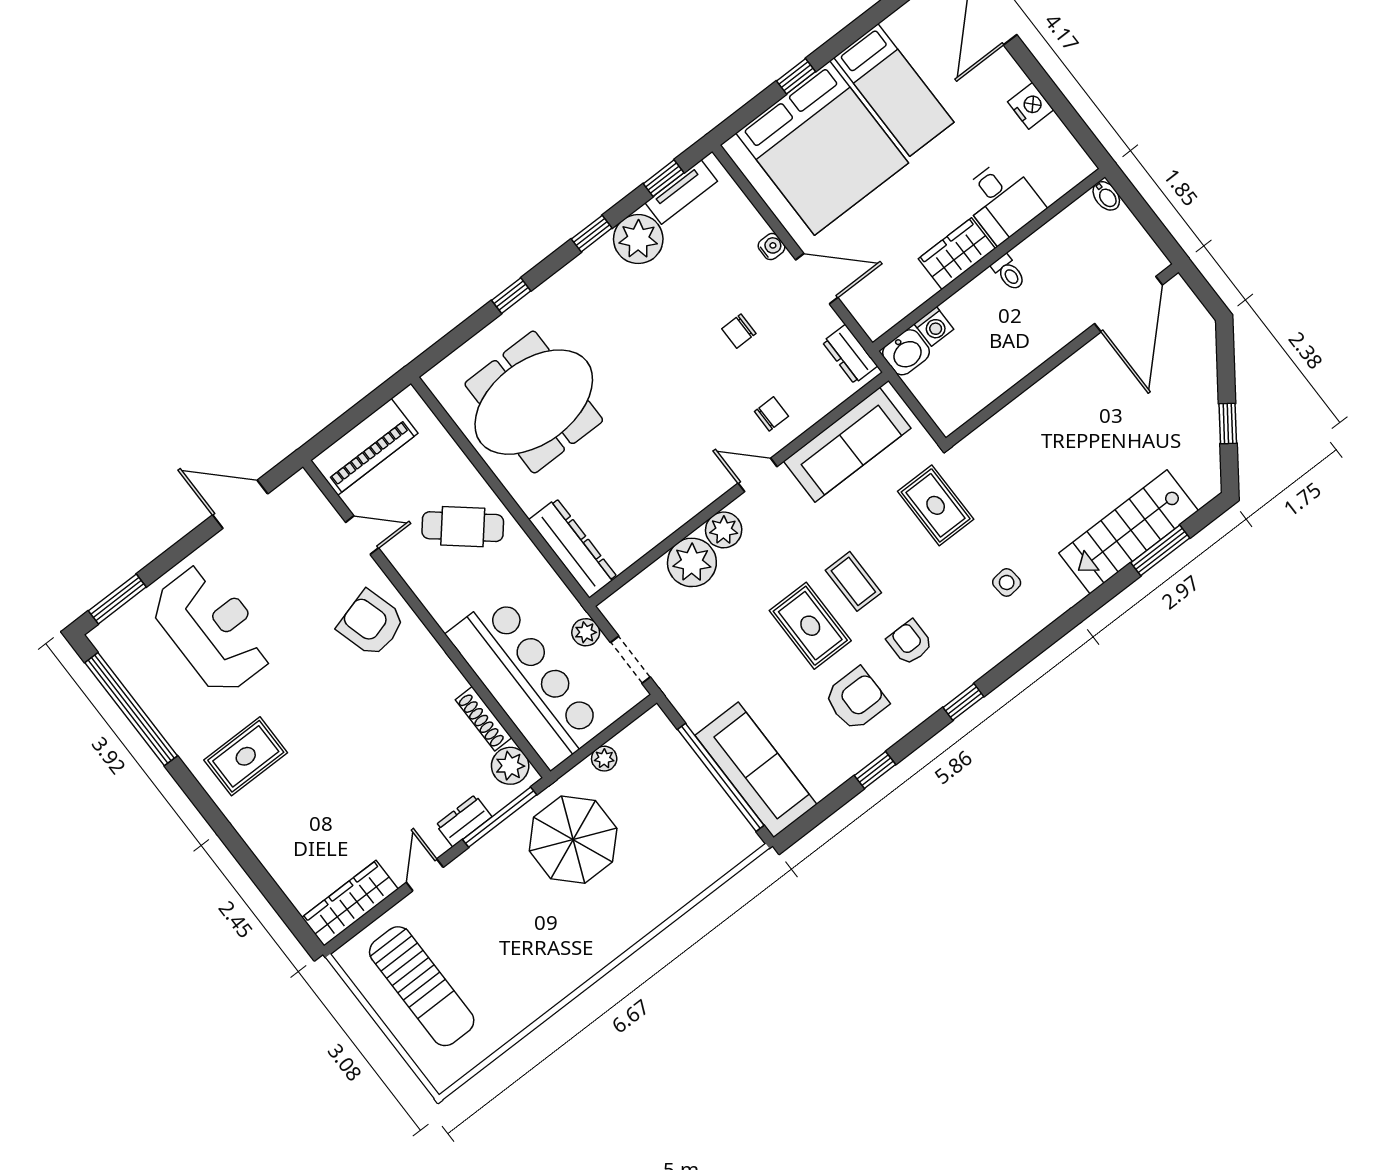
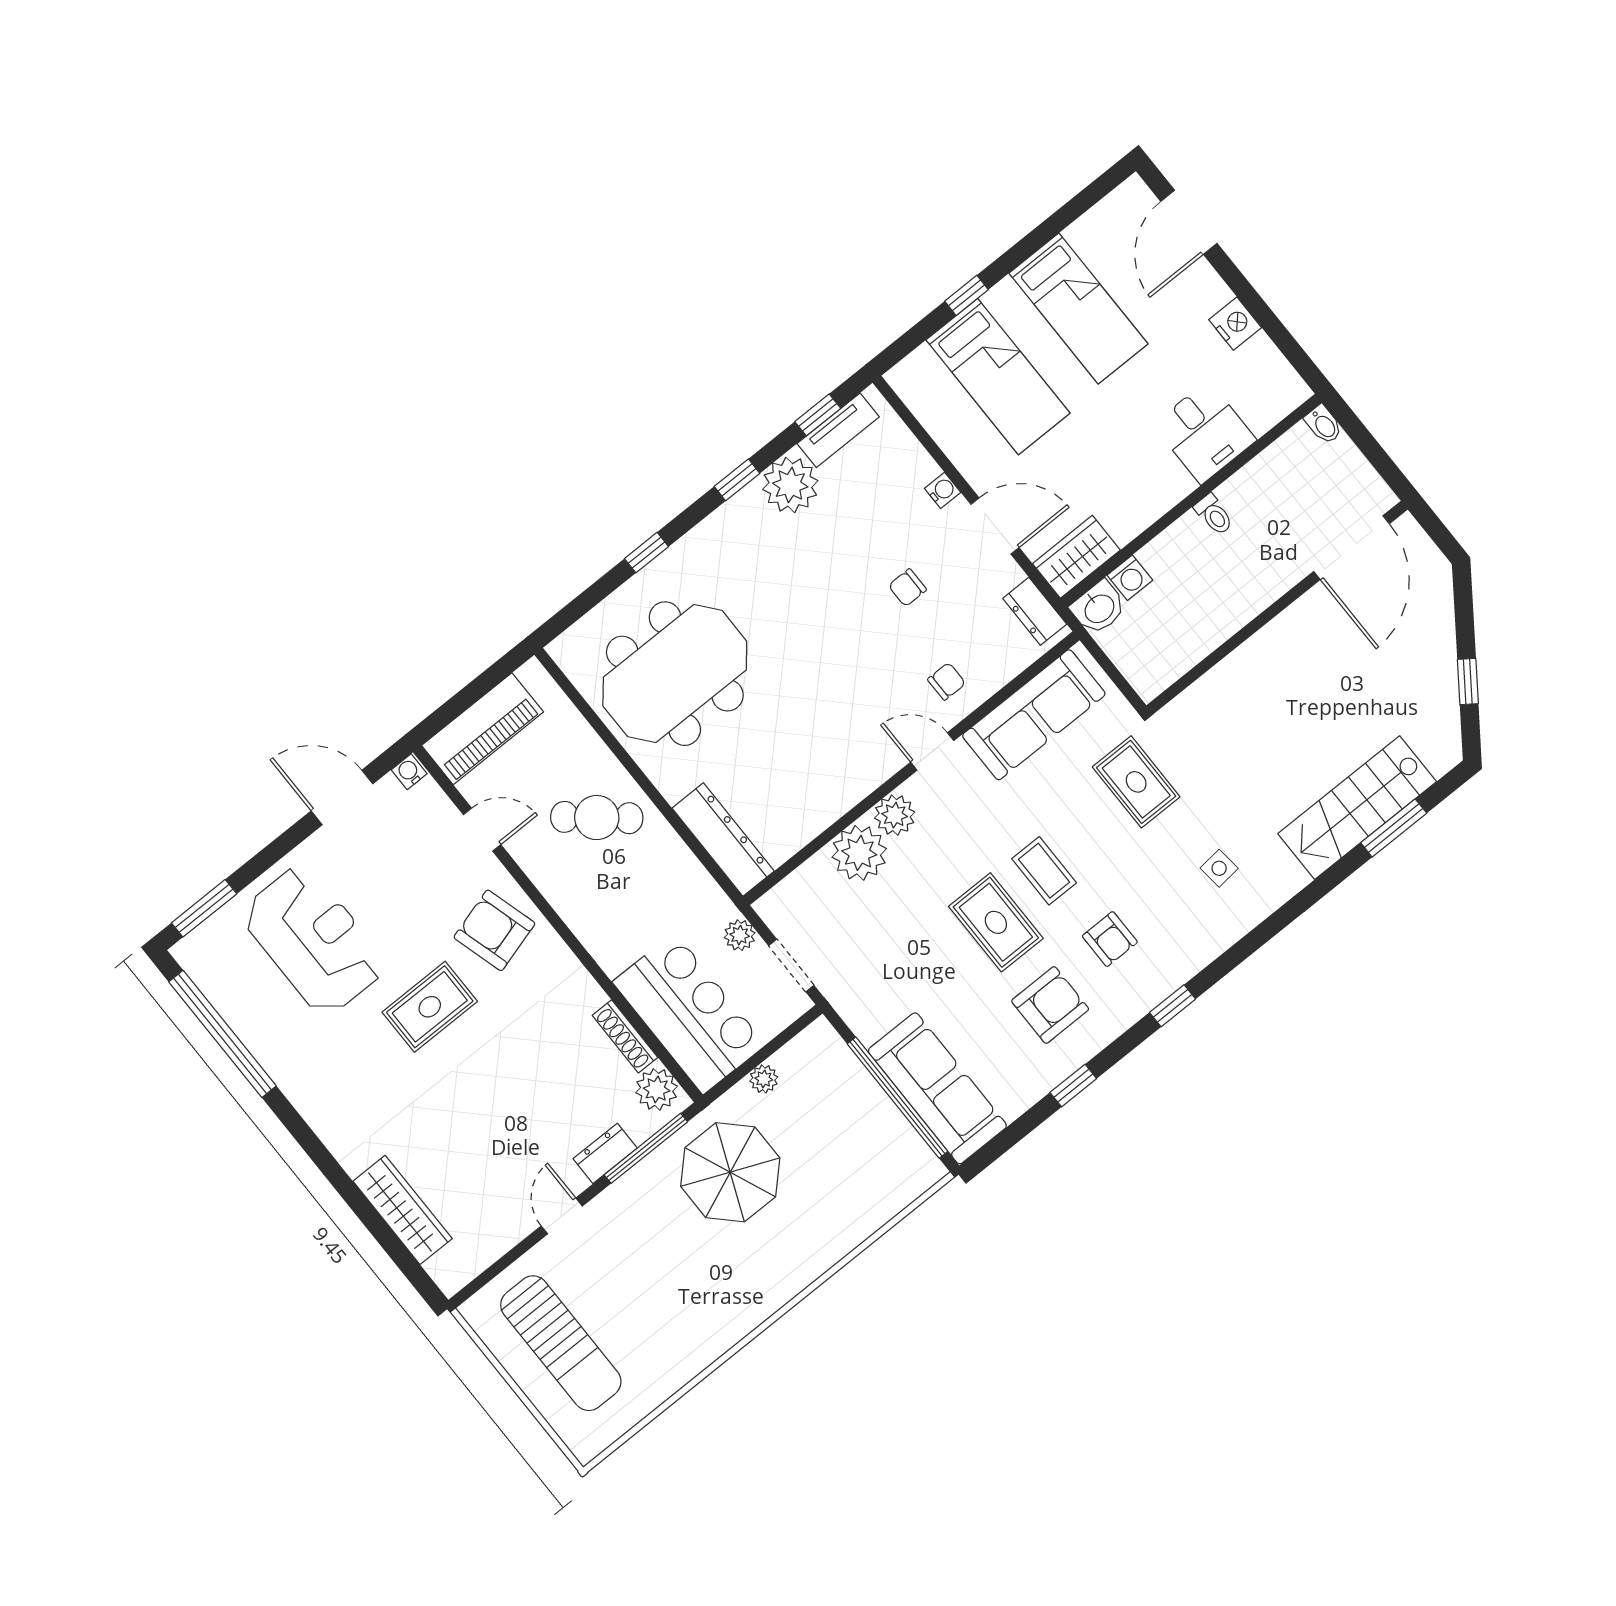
bed: (822, 148) -> (998, 377), width x0.49
wardrobe: (957, 254) -> (1076, 557), moved
water cooler: (299, 483) -> (409, 772), added
armchair: (910, 642) -> (1110, 939), turned 180
bar counter: (526, 681) -> (689, 1013), width x0.73
rug: (246, 756) -> (430, 1007), moved
wardrobe: (350, 903) -> (403, 1210), moved, turned 90

